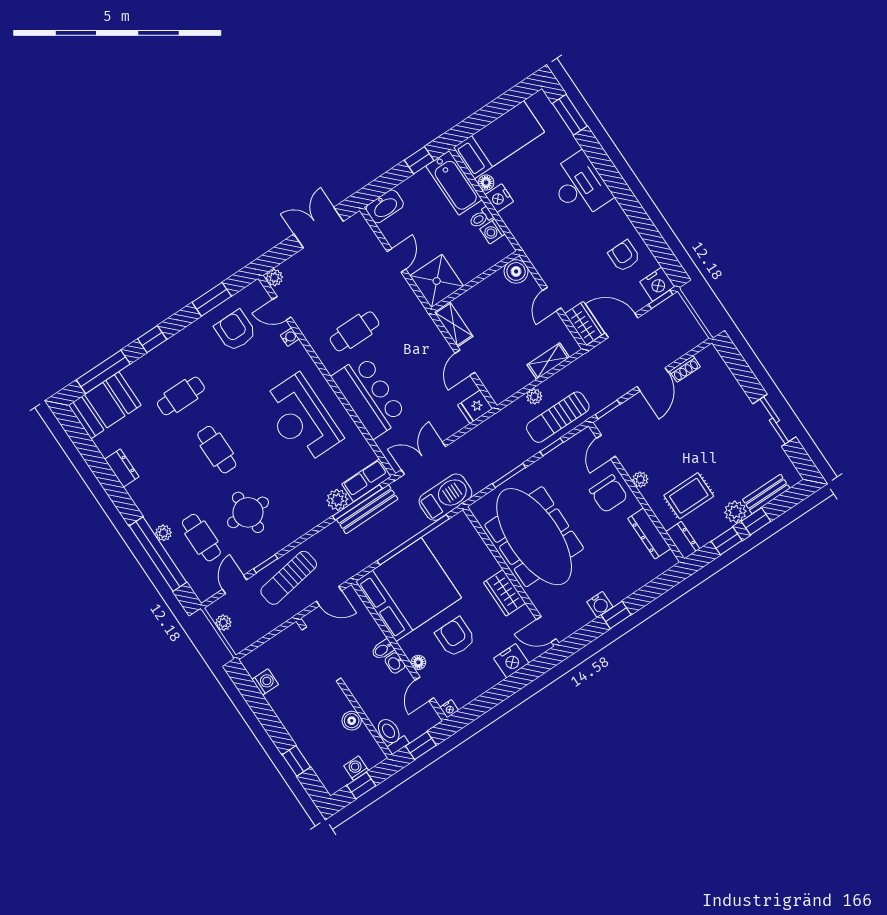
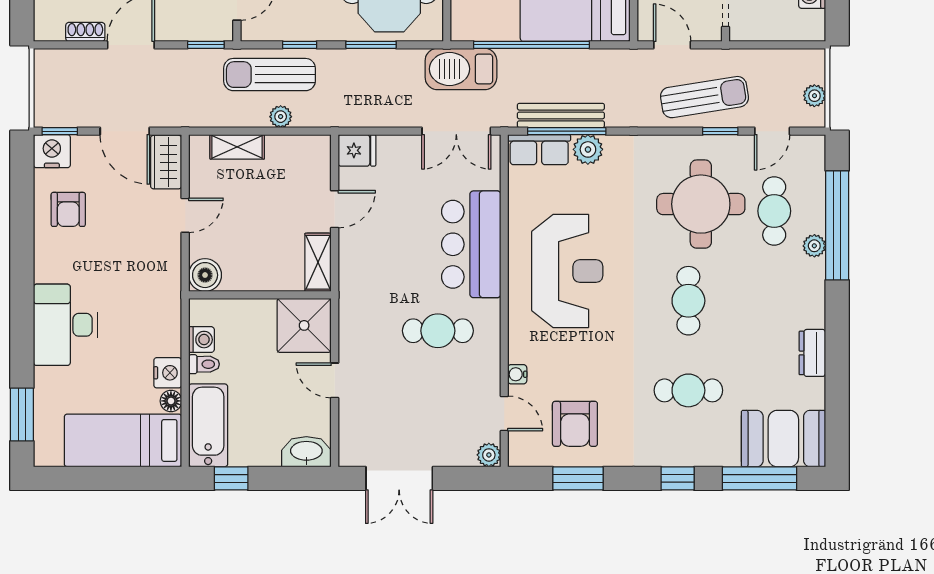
door: (396, 260) -> (335, 380), hinge flipped
sun lounger: (558, 417) -> (269, 75), turned 180
round table: (248, 512) -> (701, 204), width x1.36, depth x1.36

